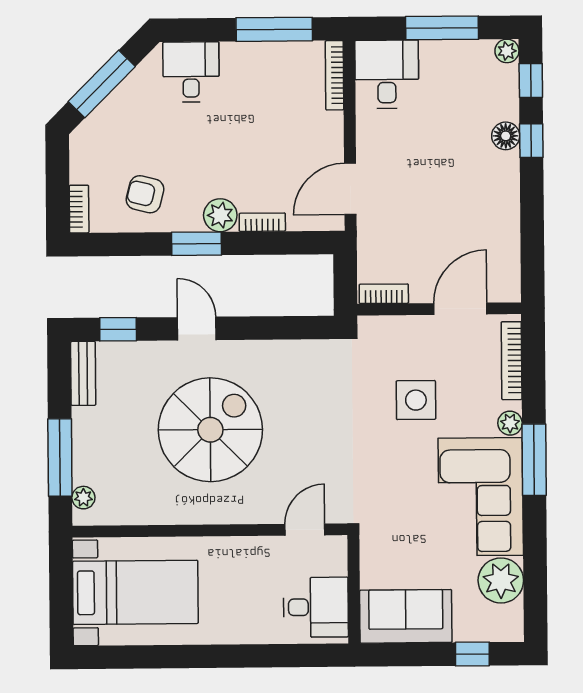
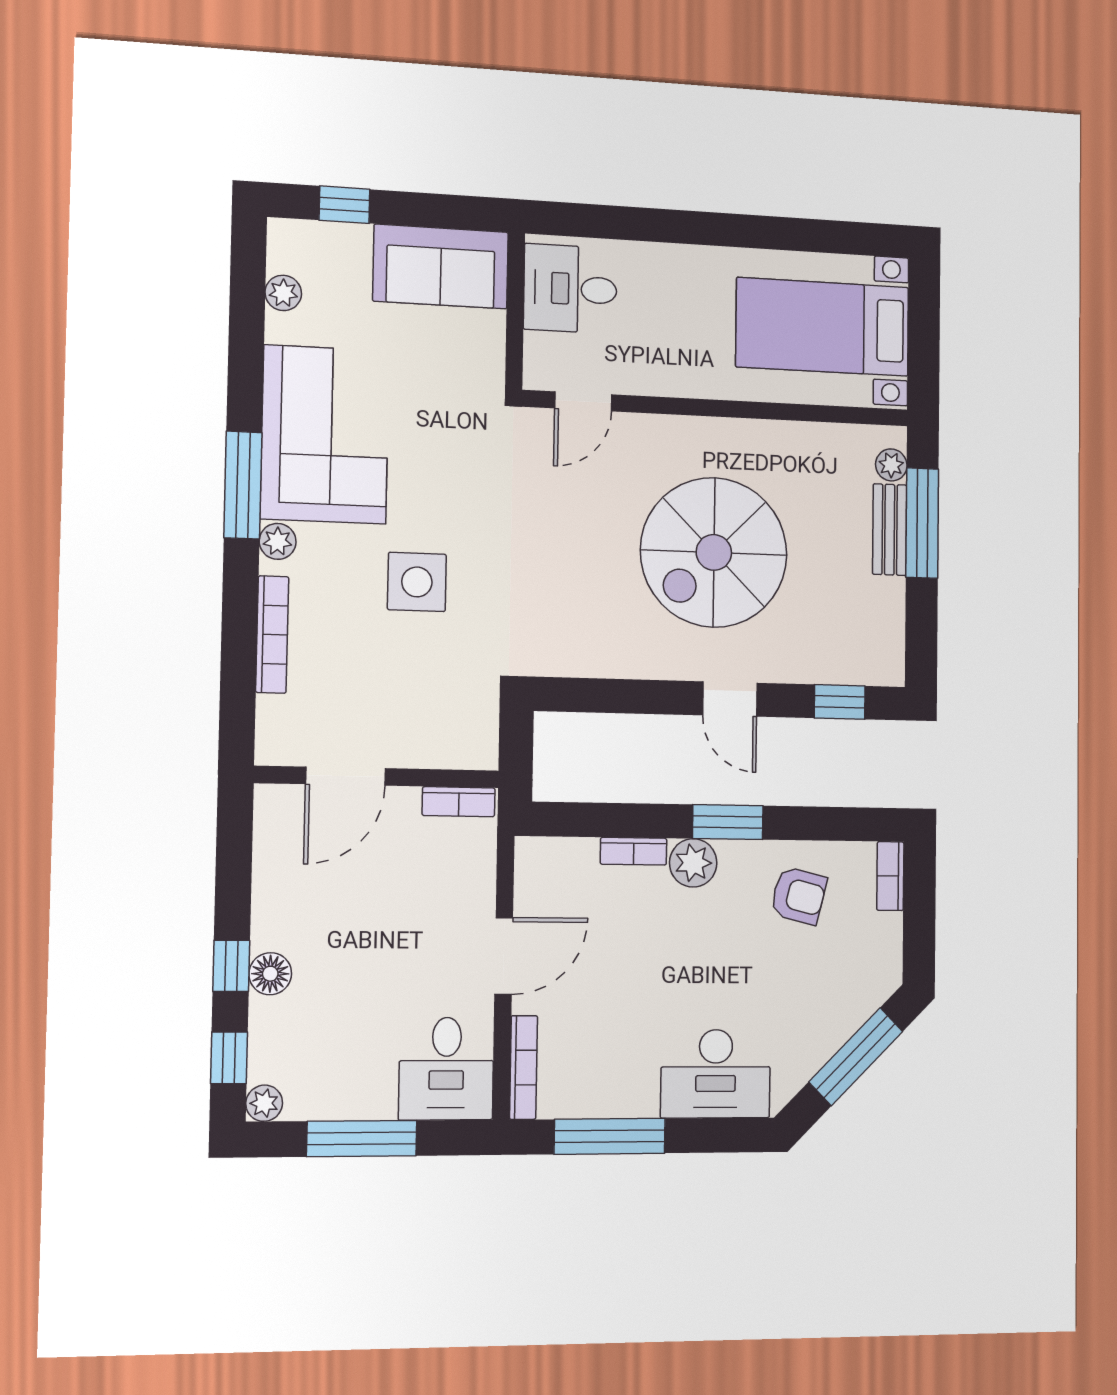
desk: (191, 72) -> (716, 1074), width x1.37
door: (350, 189) -> (504, 956), moved
bookcase: (384, 294) -> (459, 802), moved
wall: (439, 309) -> (377, 777), moved
door: (460, 309) -> (345, 776), moved
bench: (83, 373) -> (890, 530), moved
plant: (501, 580) -> (283, 293), width x0.53, depth x0.53

